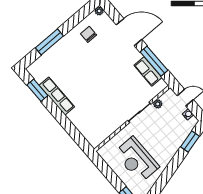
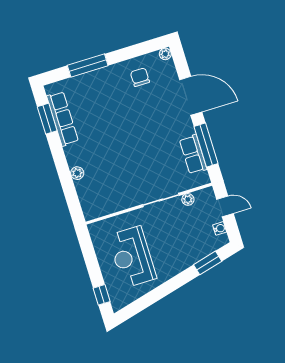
row of seats: (57, 96) -> (63, 119), moved
plant: (74, 119) -> (77, 173), added

